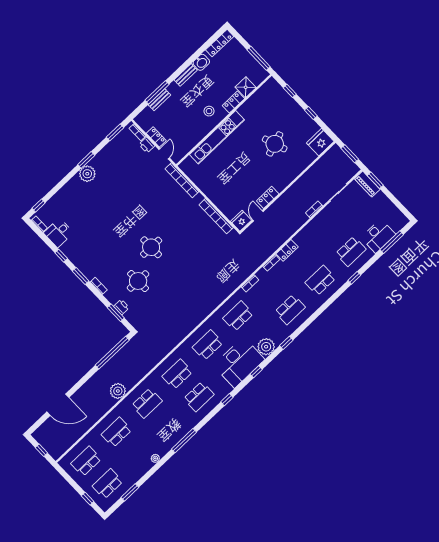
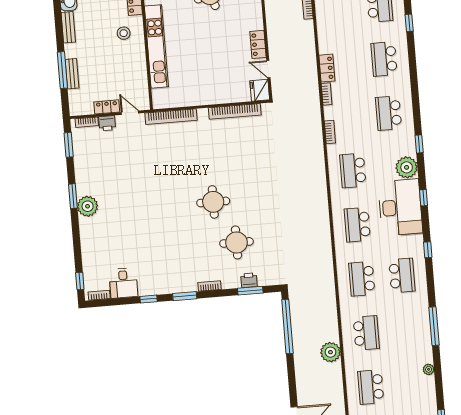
school desk: (290, 309) -> (389, 113), turned 180

